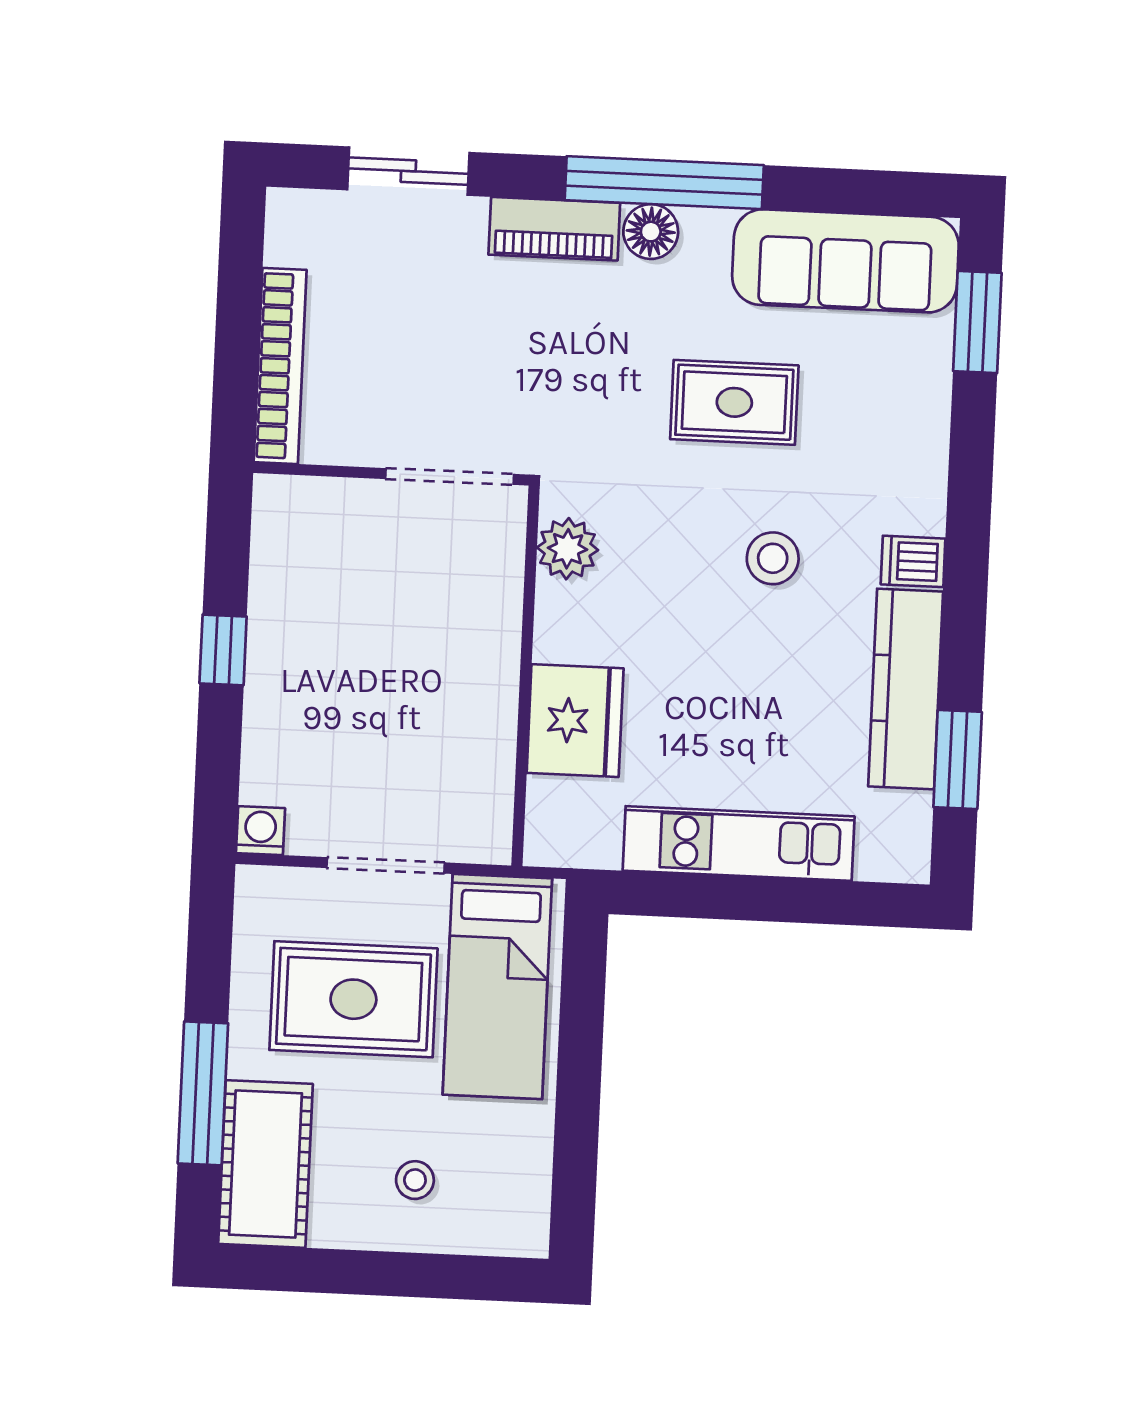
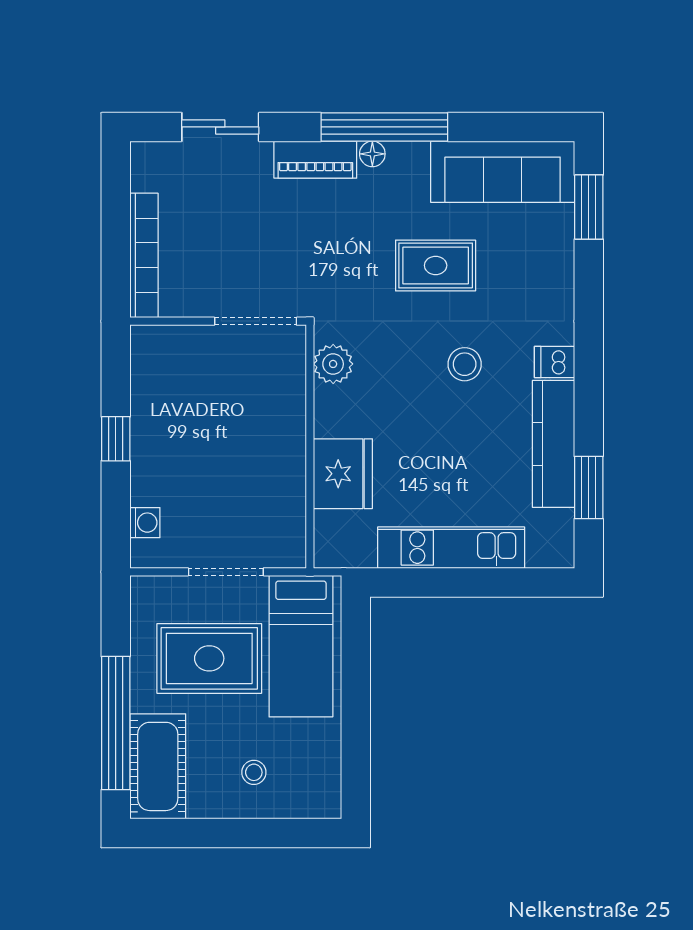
floor lamp: (651, 232) -> (372, 154), width x0.73, depth x0.73
washing machine: (260, 831) -> (145, 523), moved, turned 90
window: (203, 1093) -> (116, 723), width x1.46

